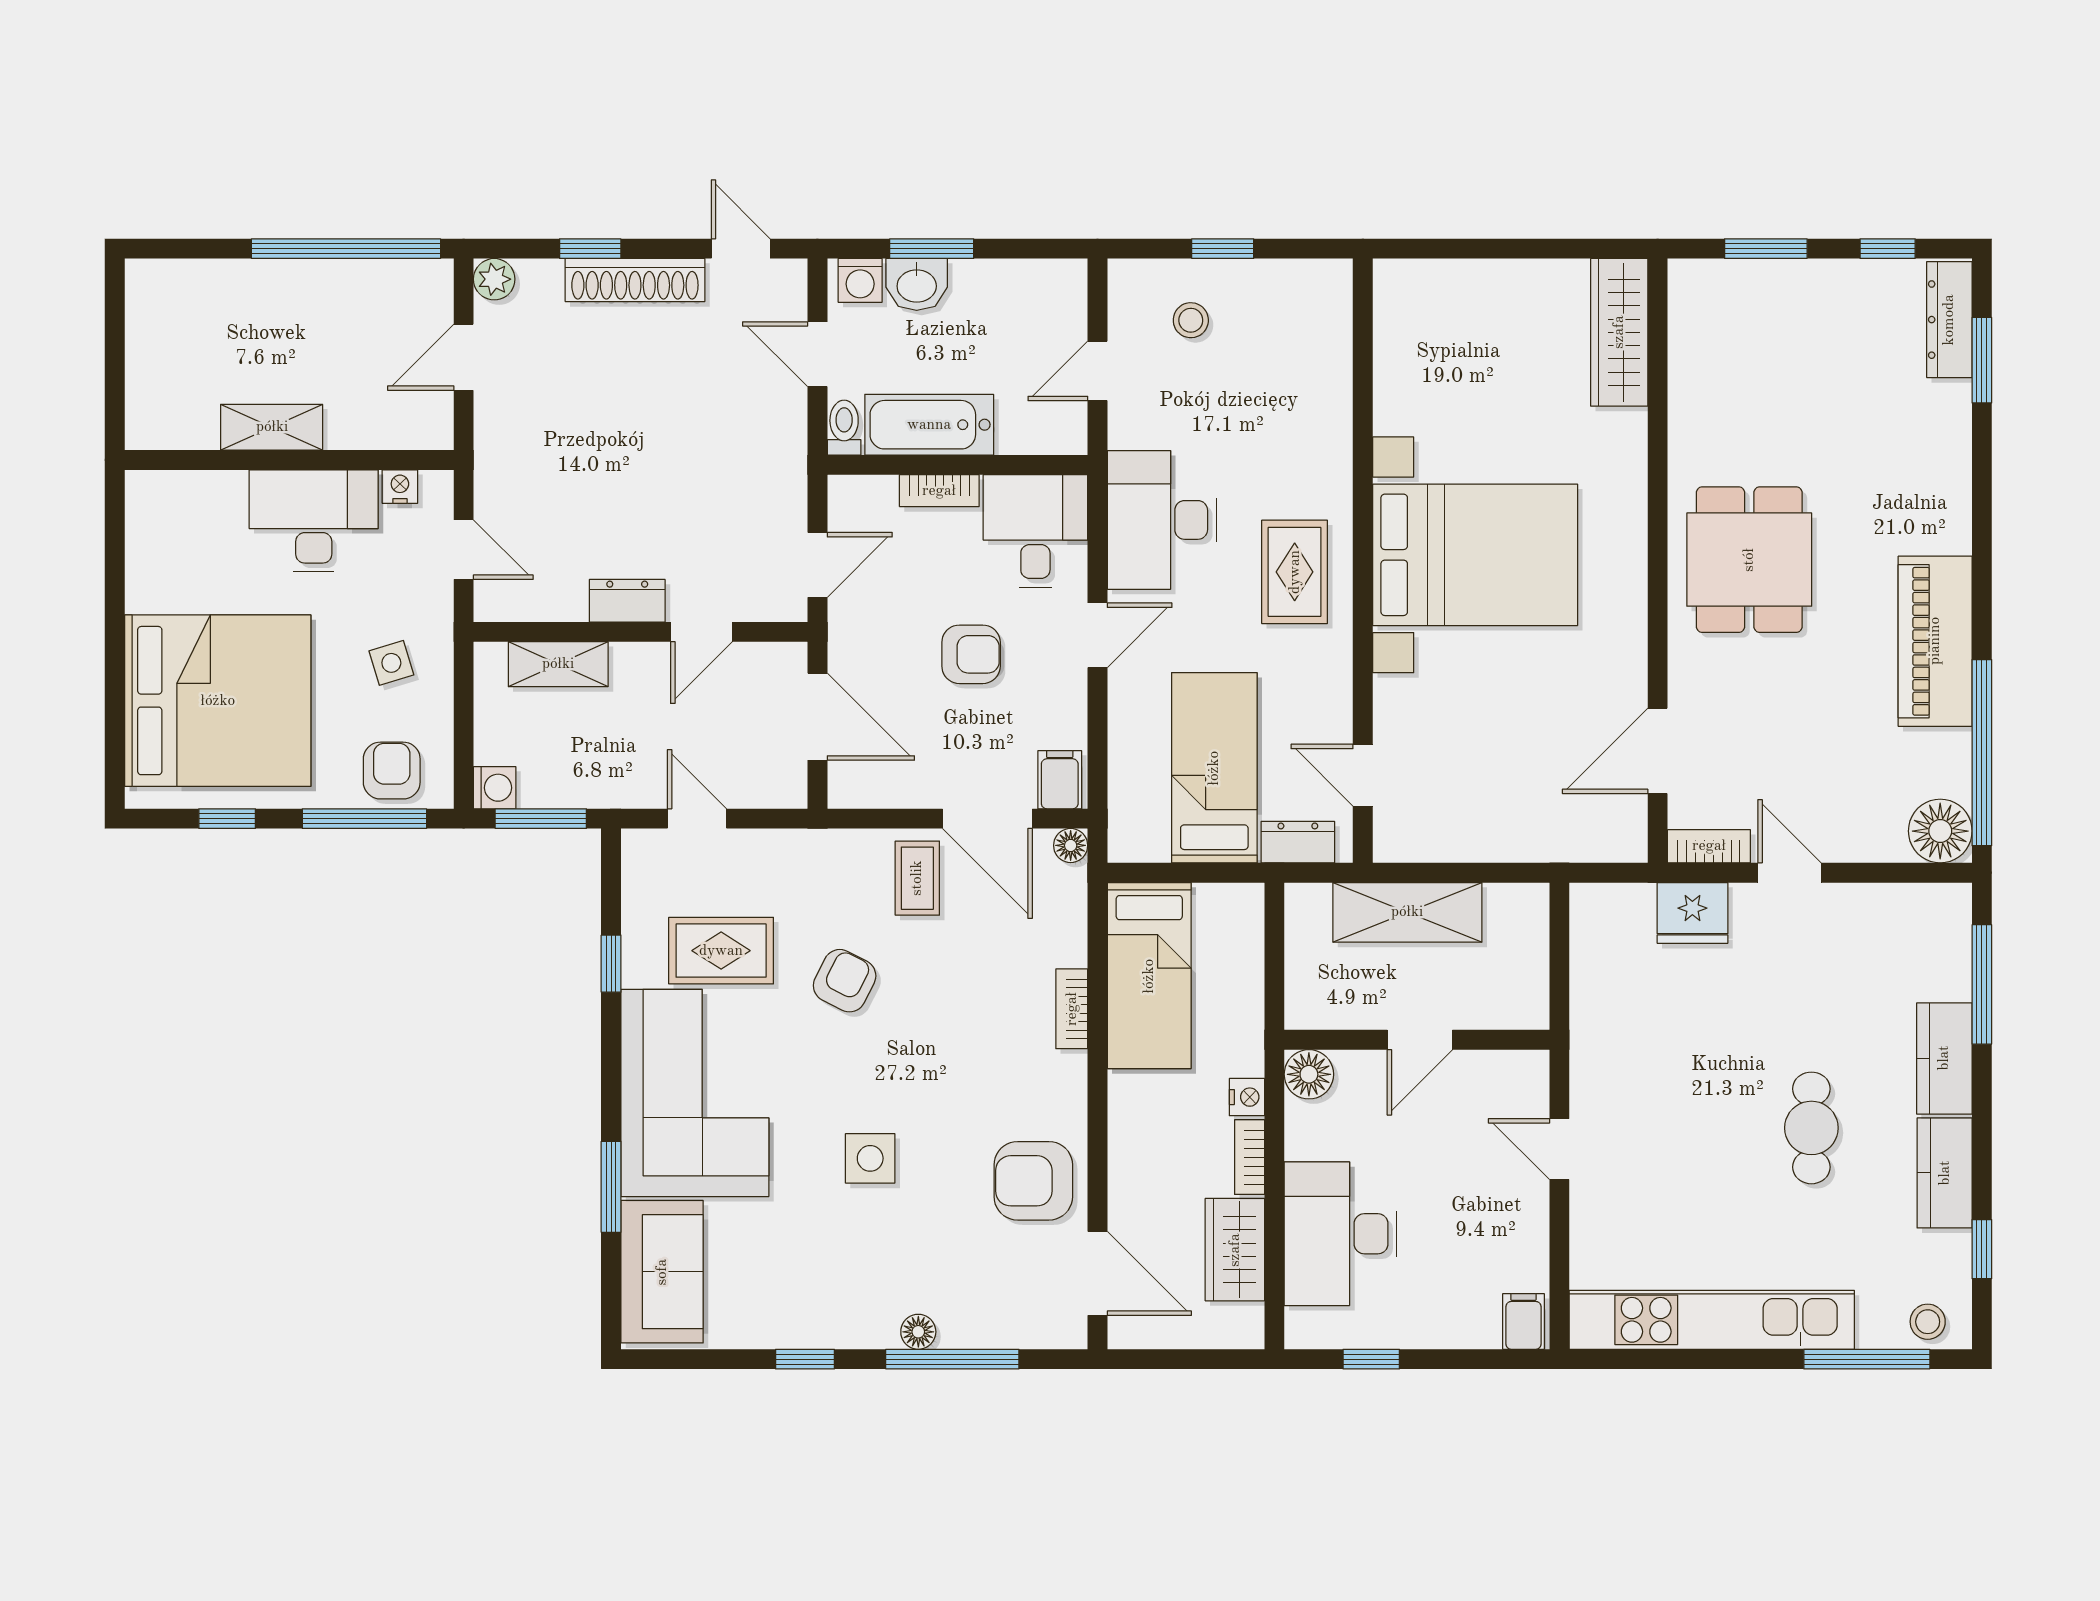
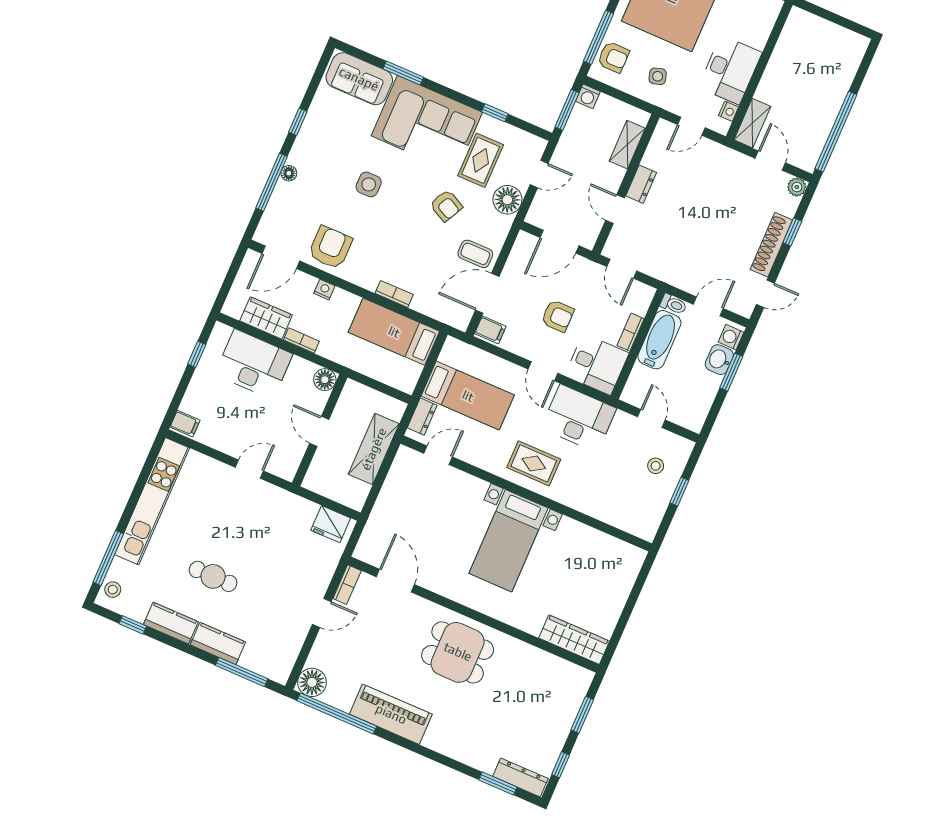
shelving: (272, 427) -> (752, 123), moved
bed with nightstands: (1475, 555) -> (508, 541), width x0.73
armchair: (971, 654) -> (558, 316), turned -90
floor lamp: (1071, 845) -> (507, 200), moved, width x1.89, depth x1.89
fridge: (1692, 913) -> (331, 524), moved, turned -90
nightstand: (1247, 1097) -> (324, 290), moved, turned 180

